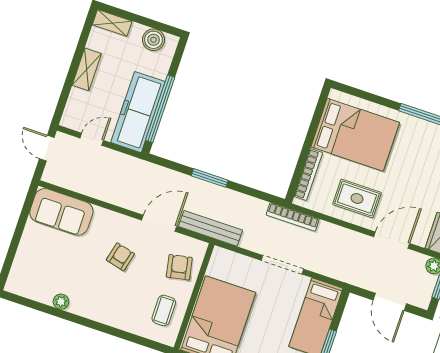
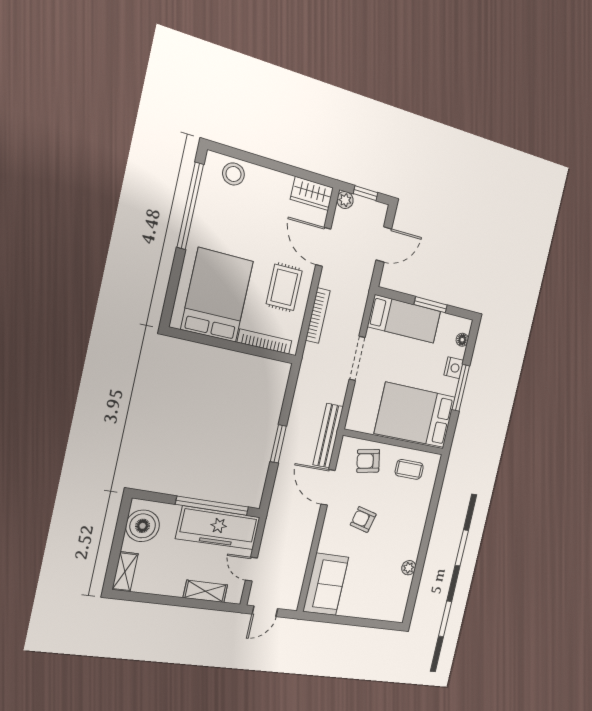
boiler: (153, 40) -> (143, 526), width x1.37, depth x1.37
shelving: (87, 69) -> (205, 591), moved
bookcase: (293, 217) -> (318, 315), moved

